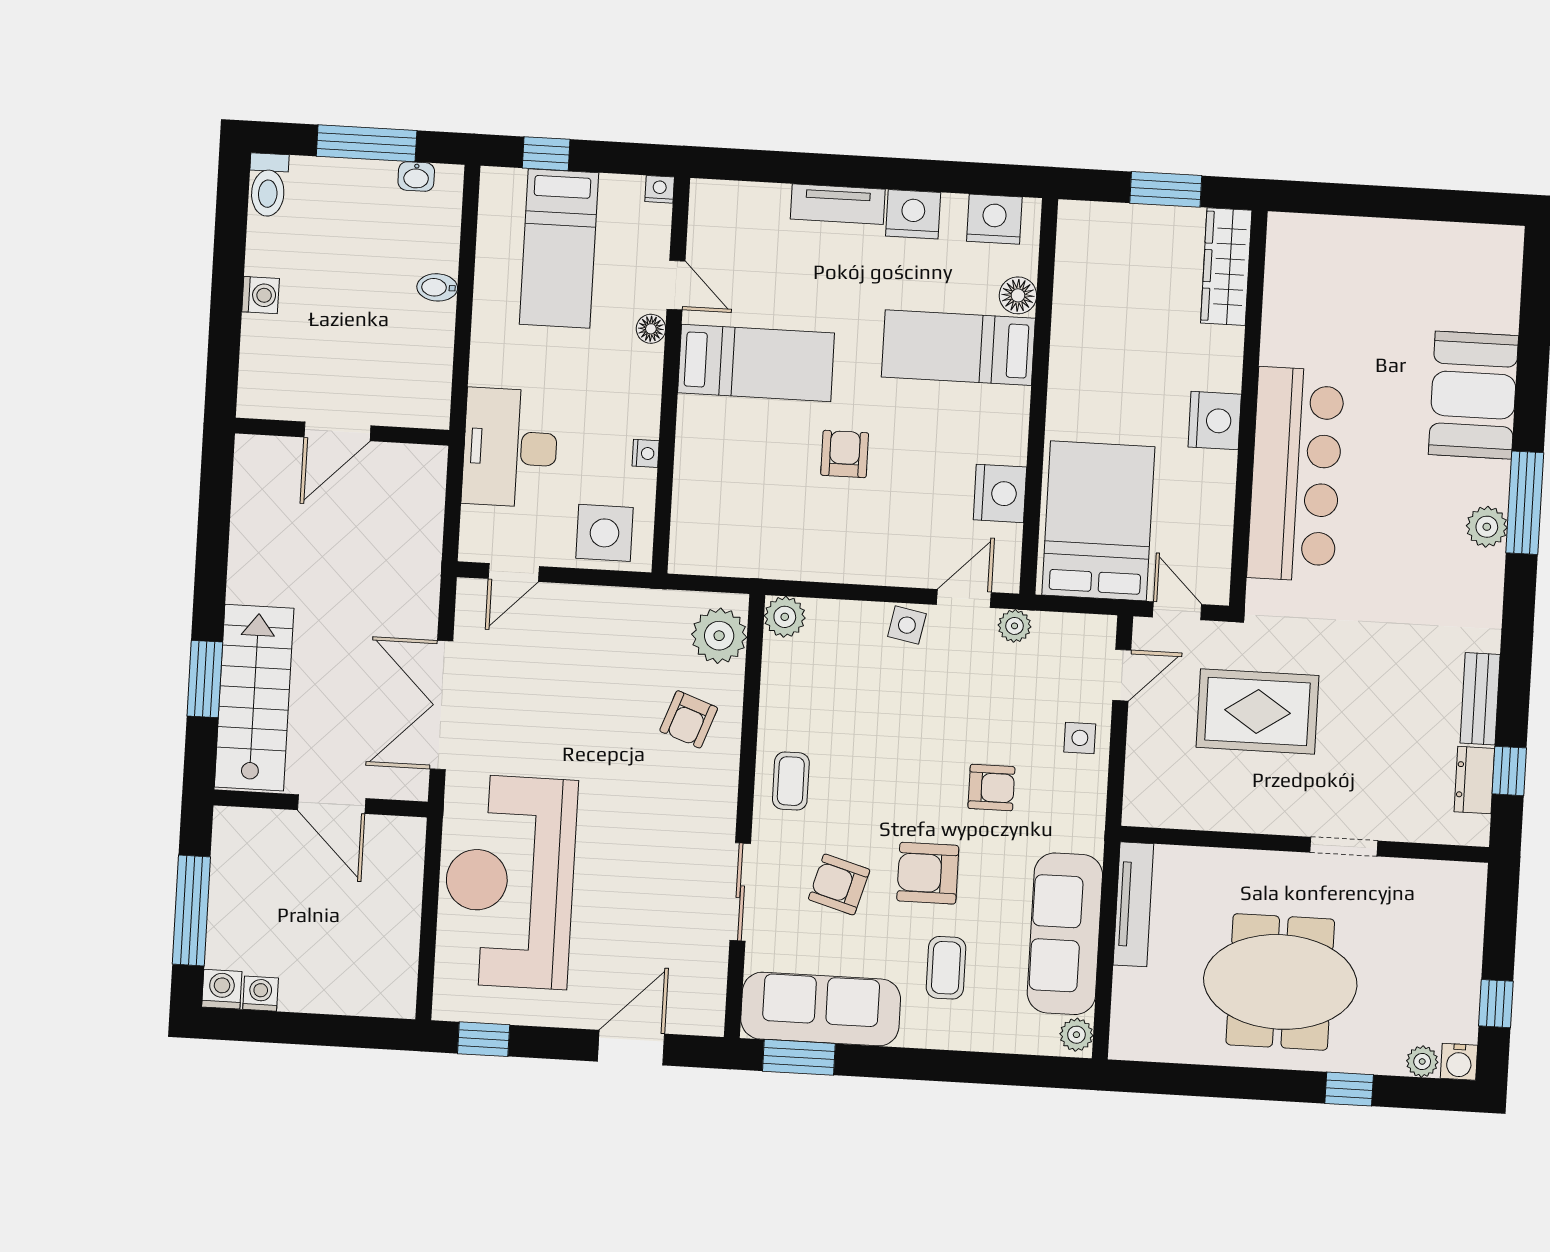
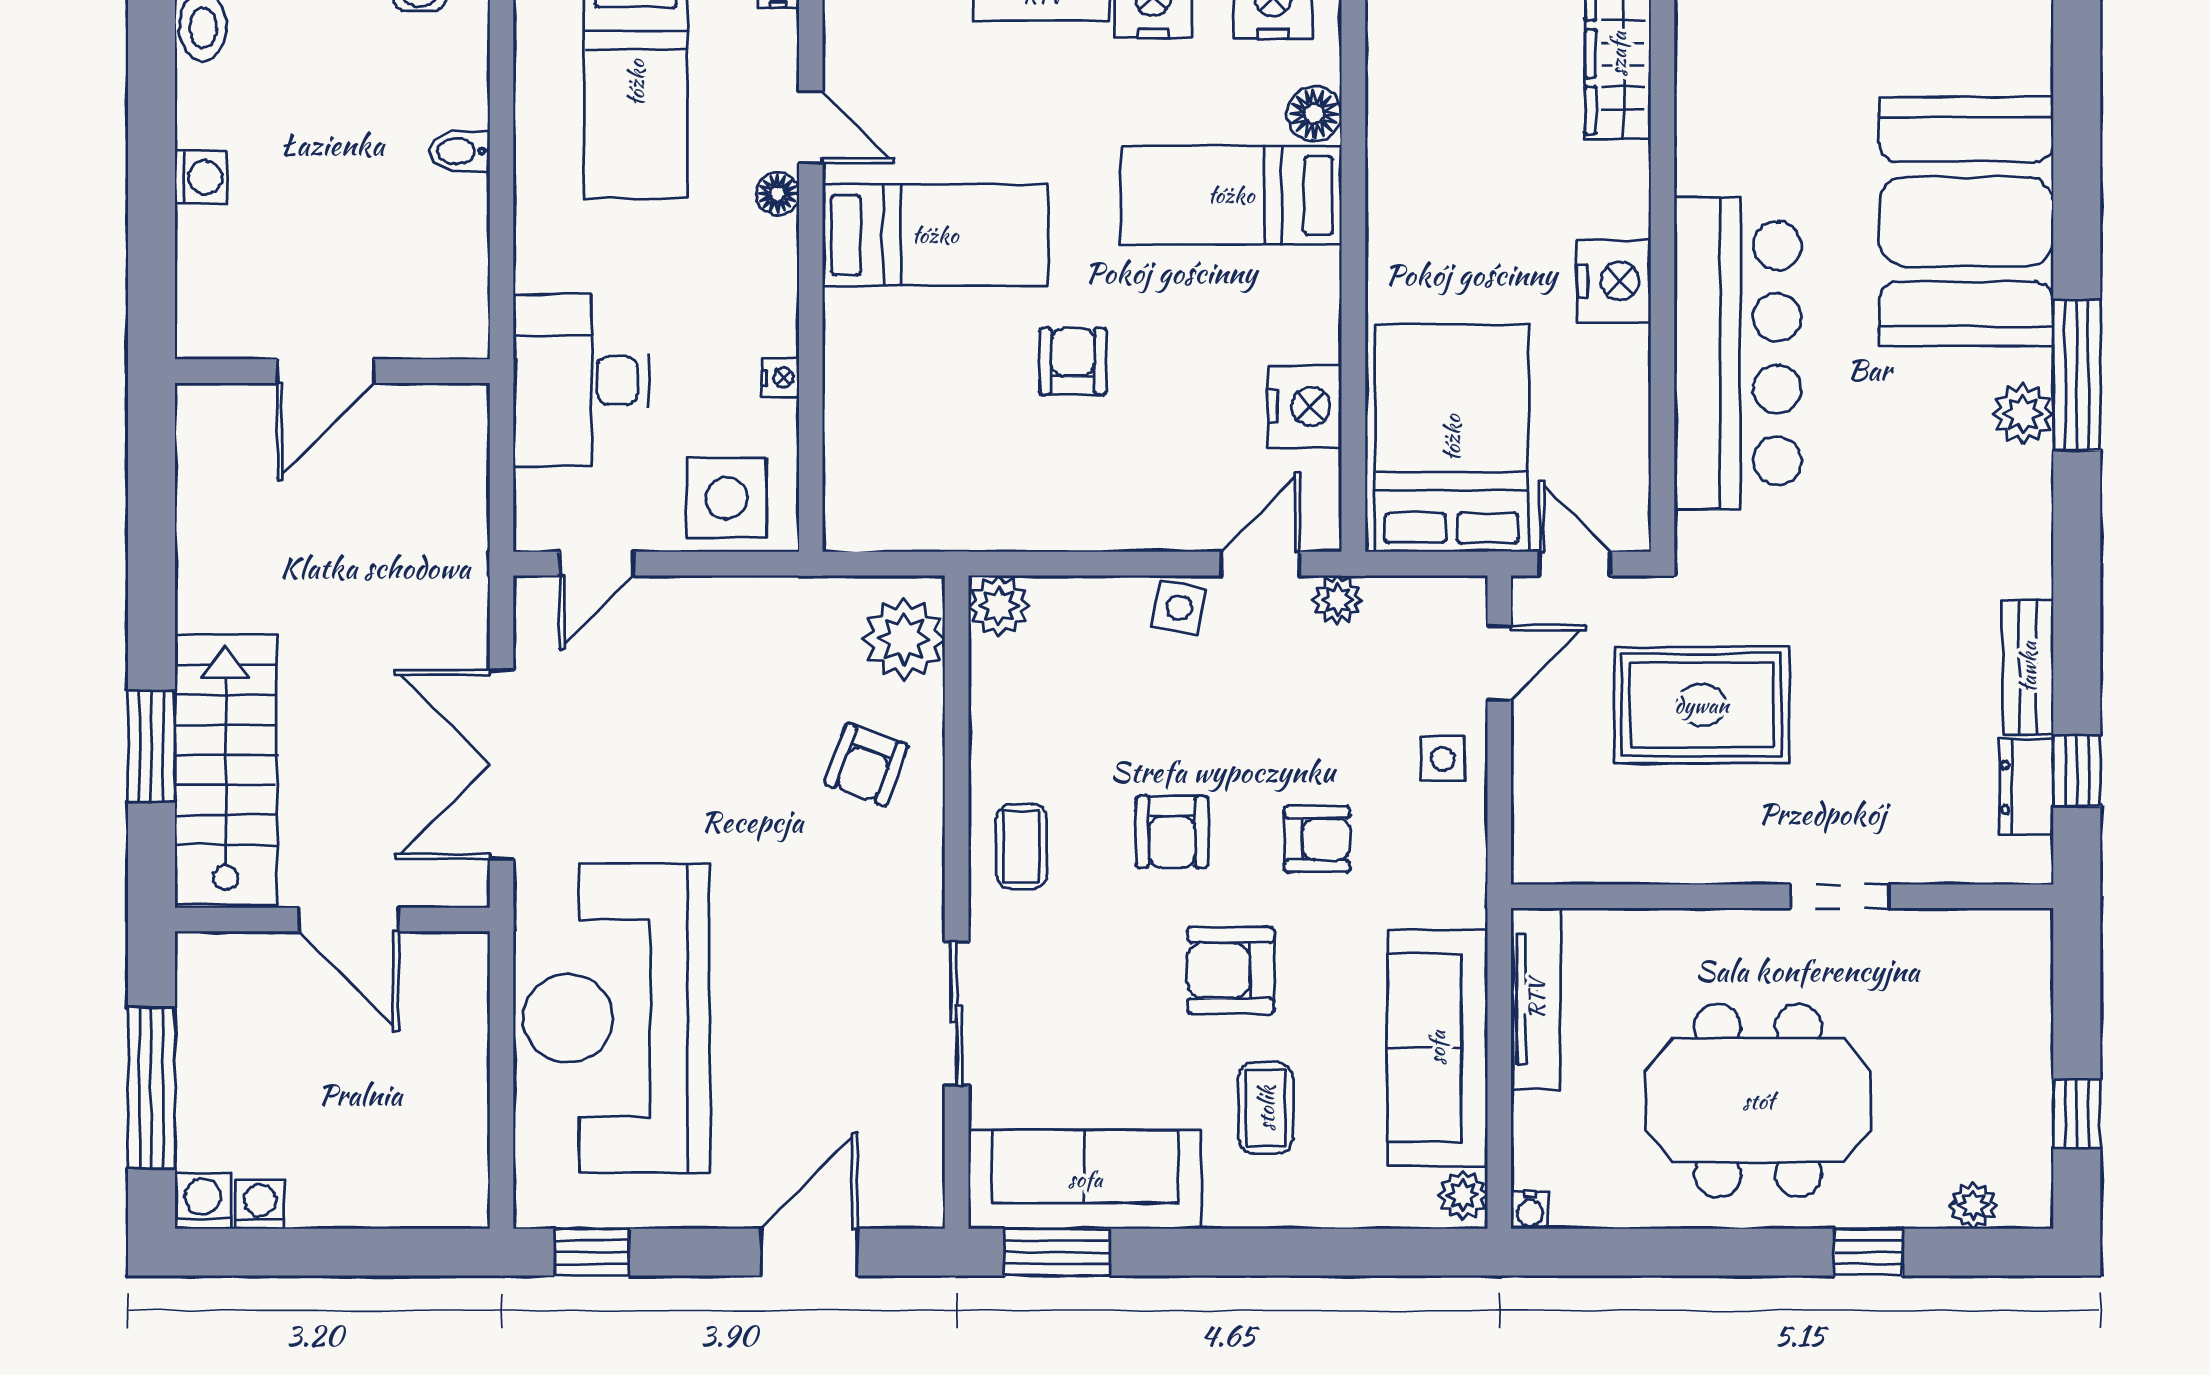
booth: (1473, 395) -> (1966, 222), width x1.36, depth x1.42
armchair: (839, 884) -> (1172, 832), moved, turned -106
water cooler: (1459, 1062) -> (1530, 1210), moved, width x0.72, depth x0.72

